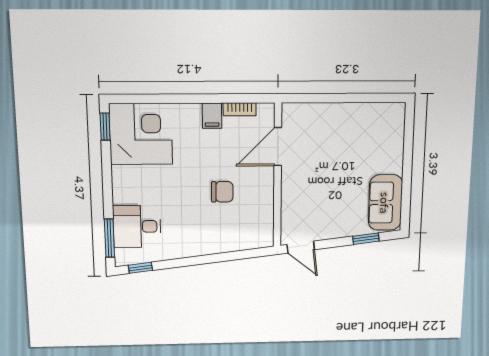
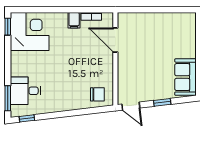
door: (278, 147) -> (115, 40), hinge flipped
chair: (222, 192) -> (97, 94), moved
window: (366, 239) -> (162, 102), moved

